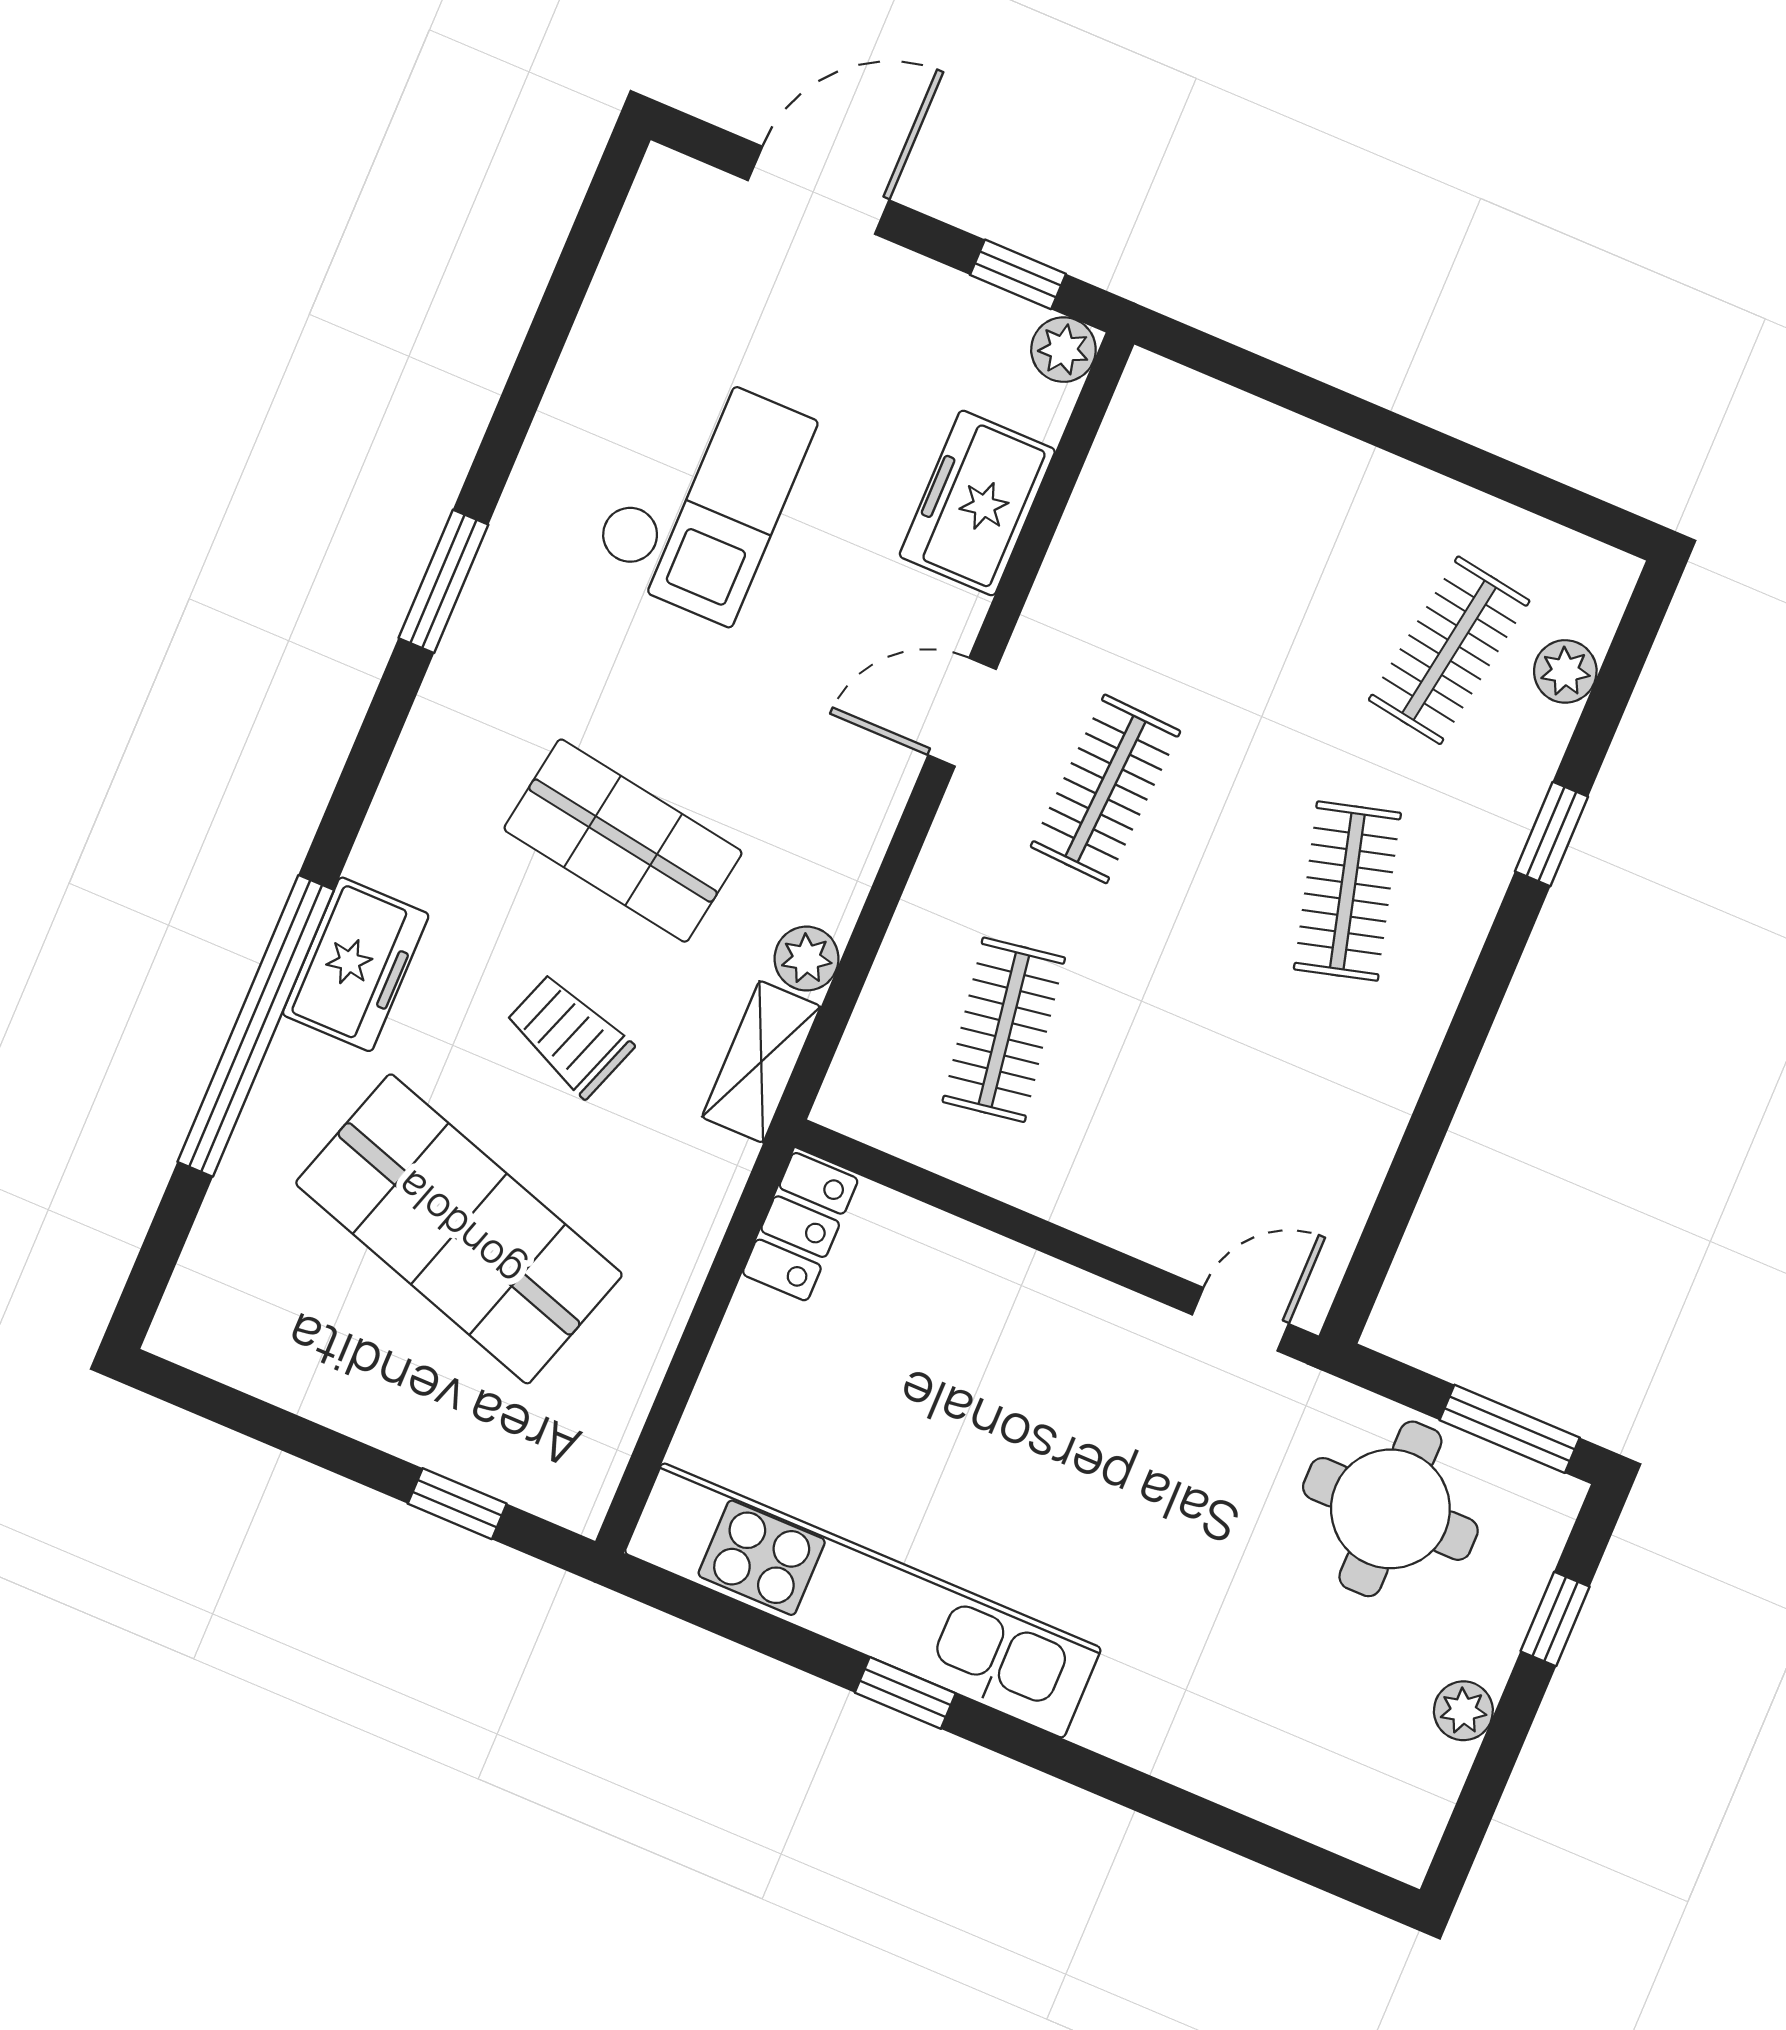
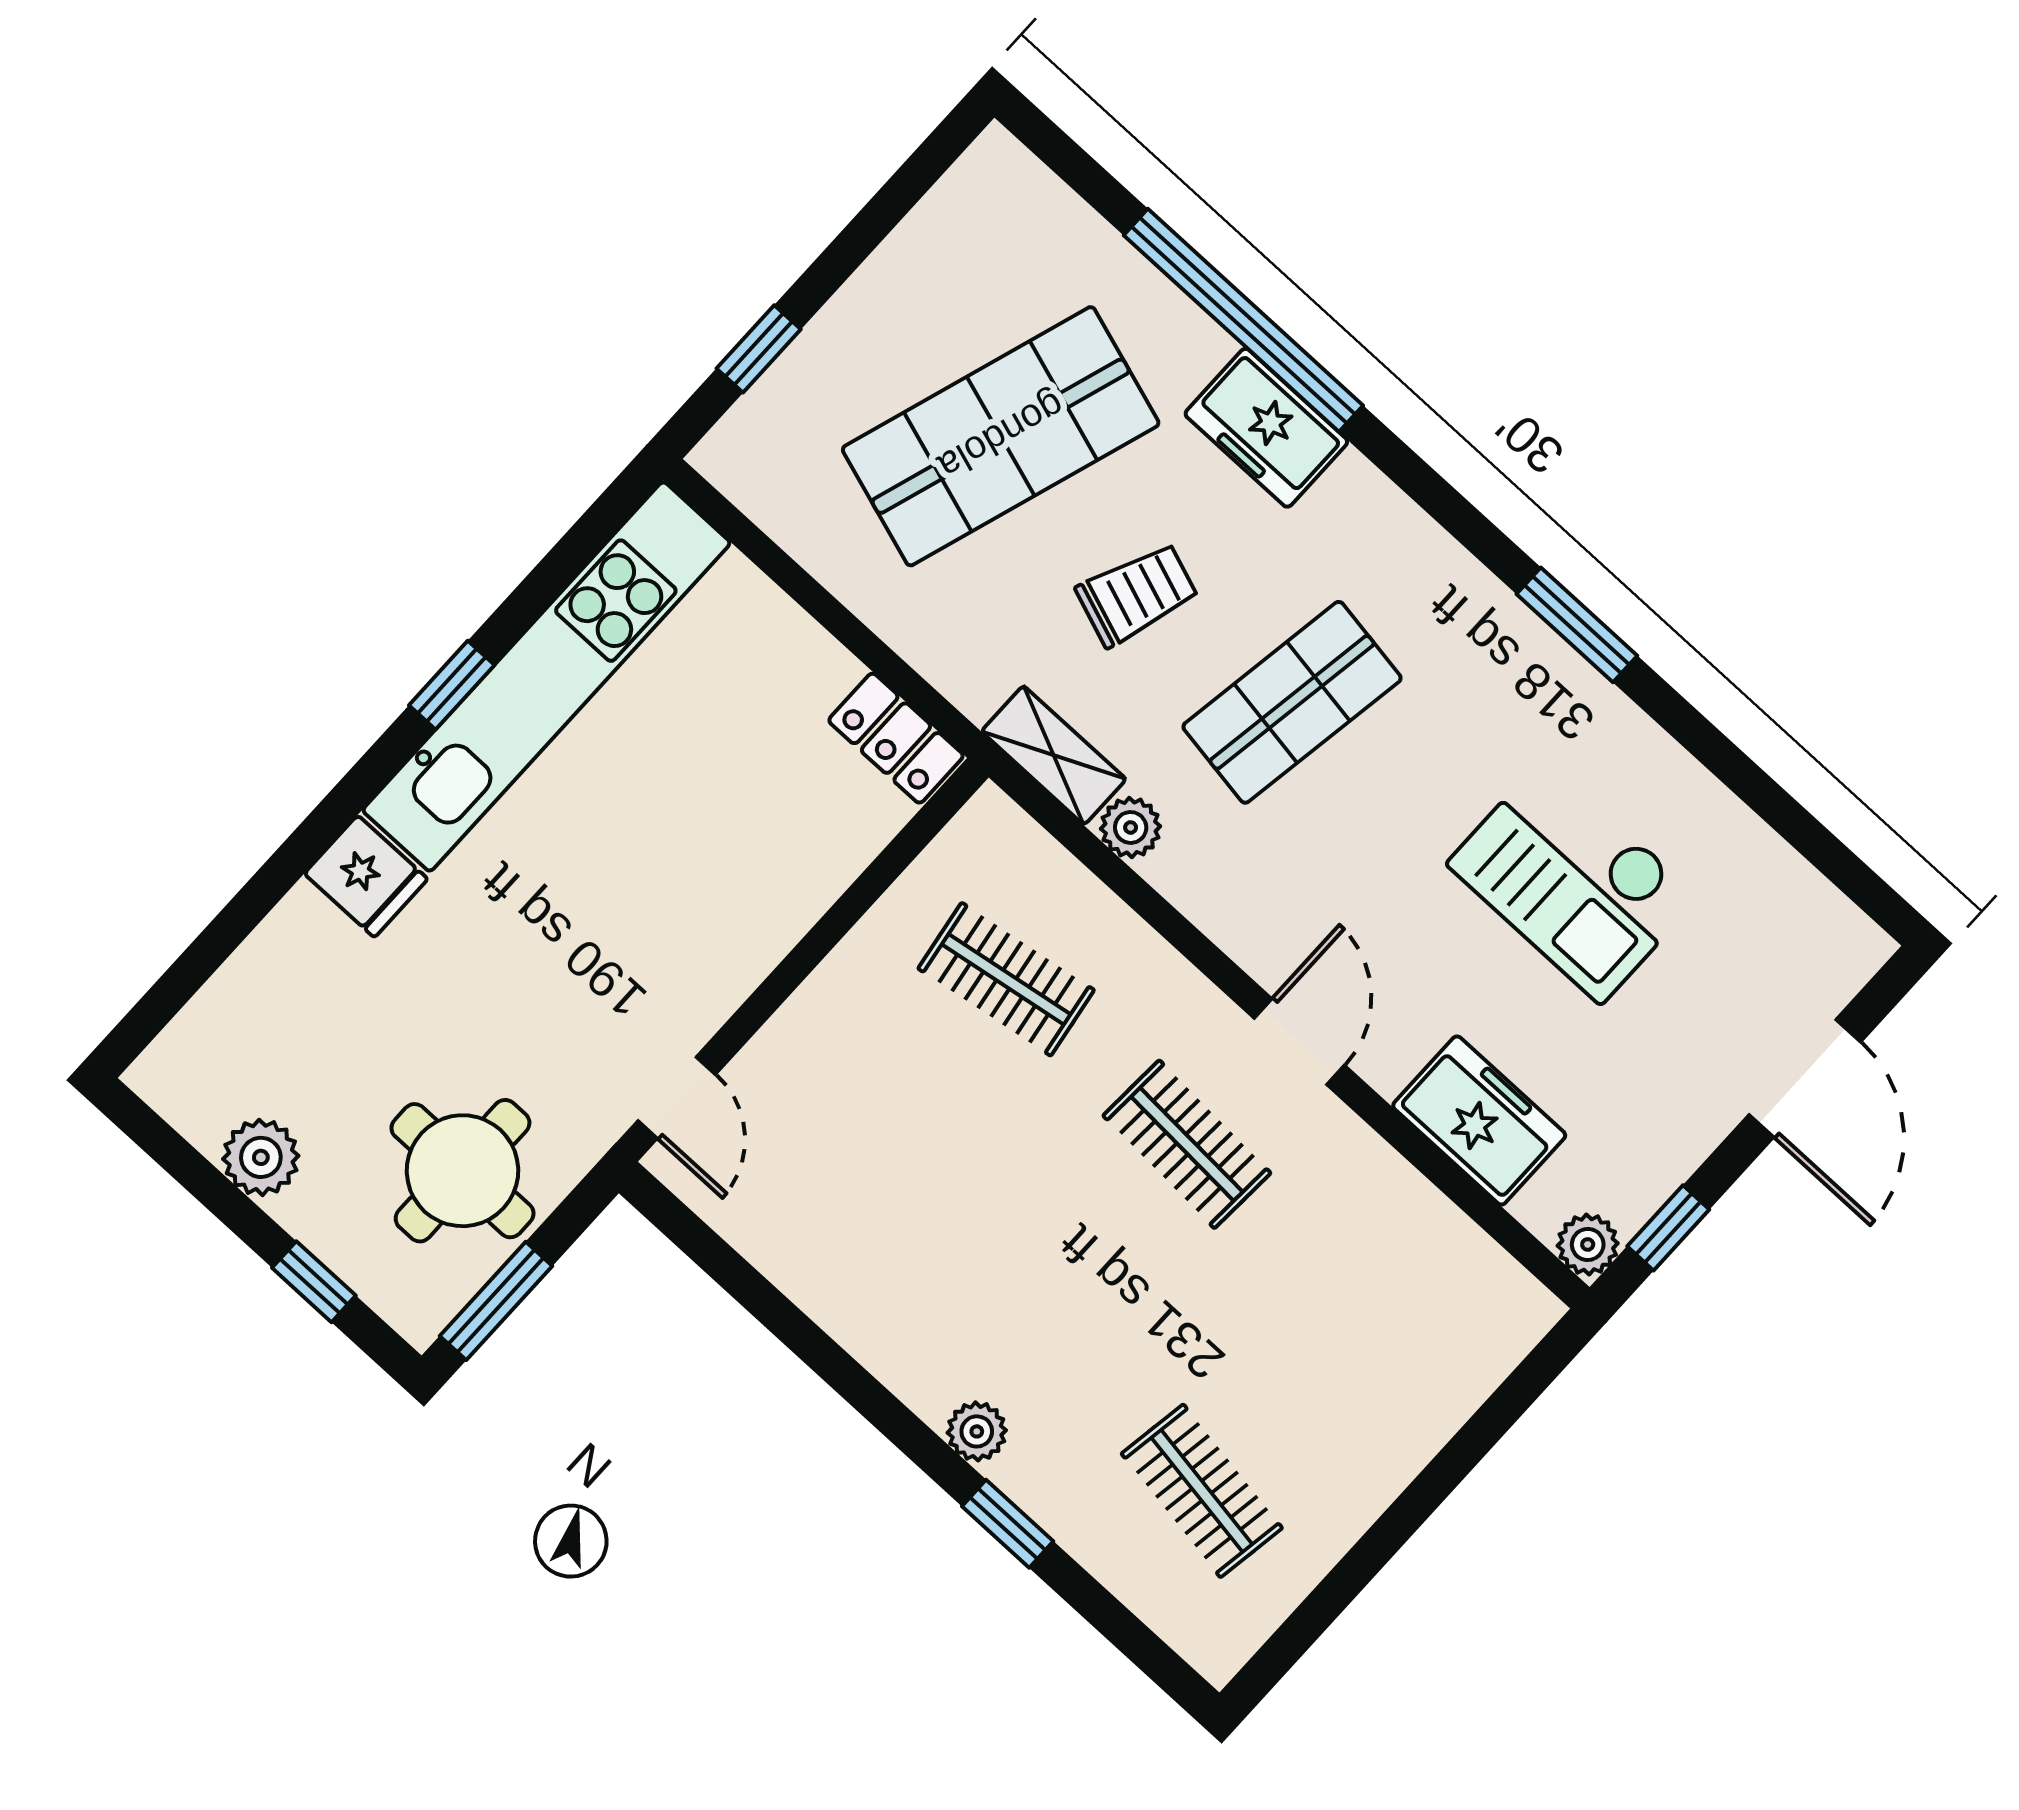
plant: (1565, 671) -> (977, 1431), moved
clothes rail: (1347, 891) -> (1021, 1326), removed
fridge: (1128, 1711) -> (366, 876), added
plant: (1463, 1711) -> (261, 1157), width x1.38, depth x1.38

